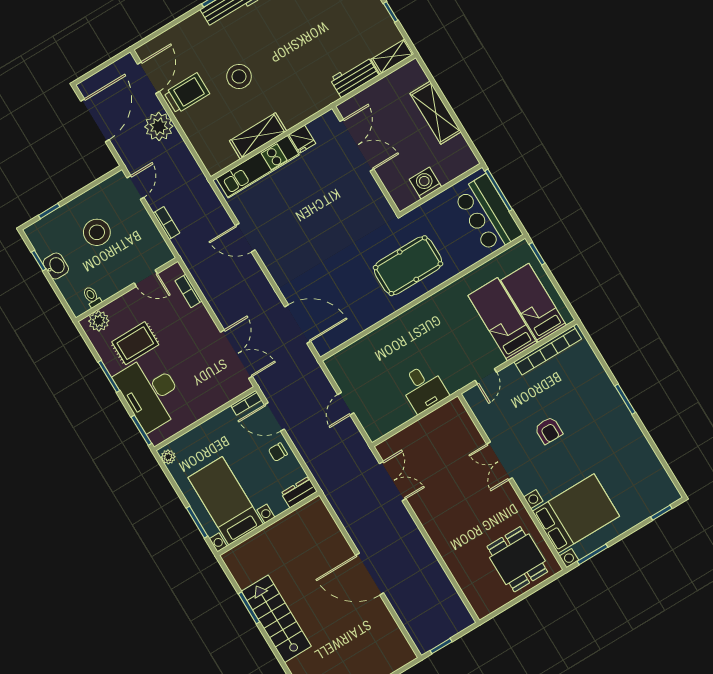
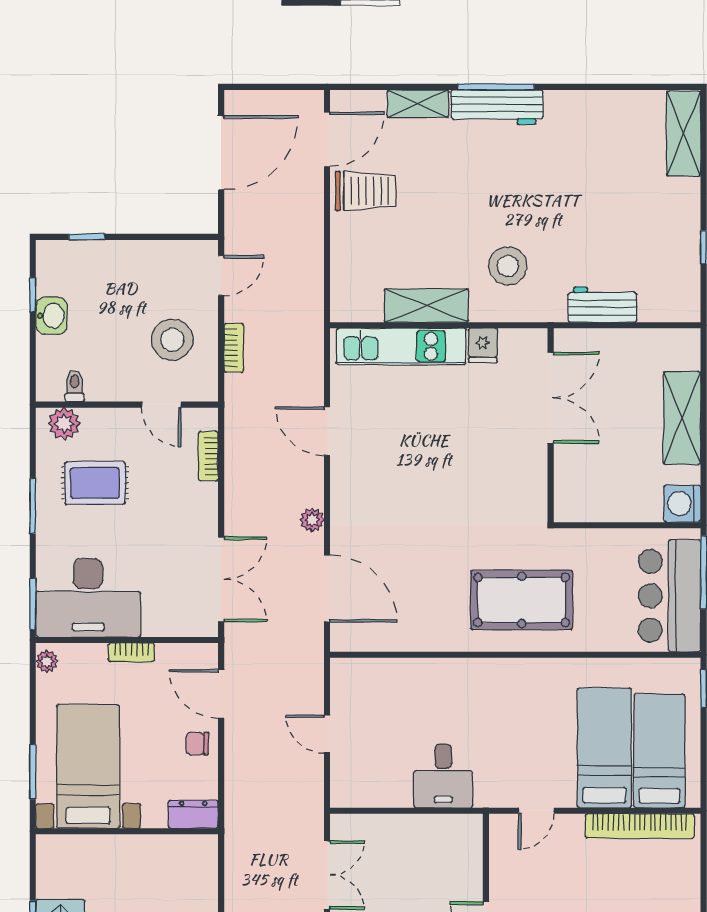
shelving: (392, 57) -> (418, 104), moved
stool: (239, 76) -> (508, 266), moved
plant: (159, 126) -> (312, 520), moved, width x0.53, depth x0.53
washing machine: (425, 183) -> (682, 504), moved, turned -90
stool: (97, 232) -> (172, 340), moved
desk: (150, 393) -> (88, 598), moved, turned -90
bookcase: (246, 403) -> (131, 652), moved
door: (346, 404) -> (327, 734), hinge flipped

